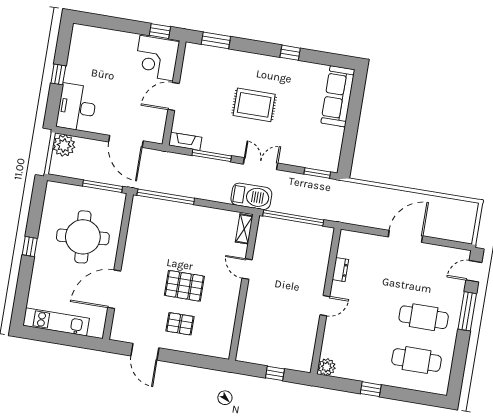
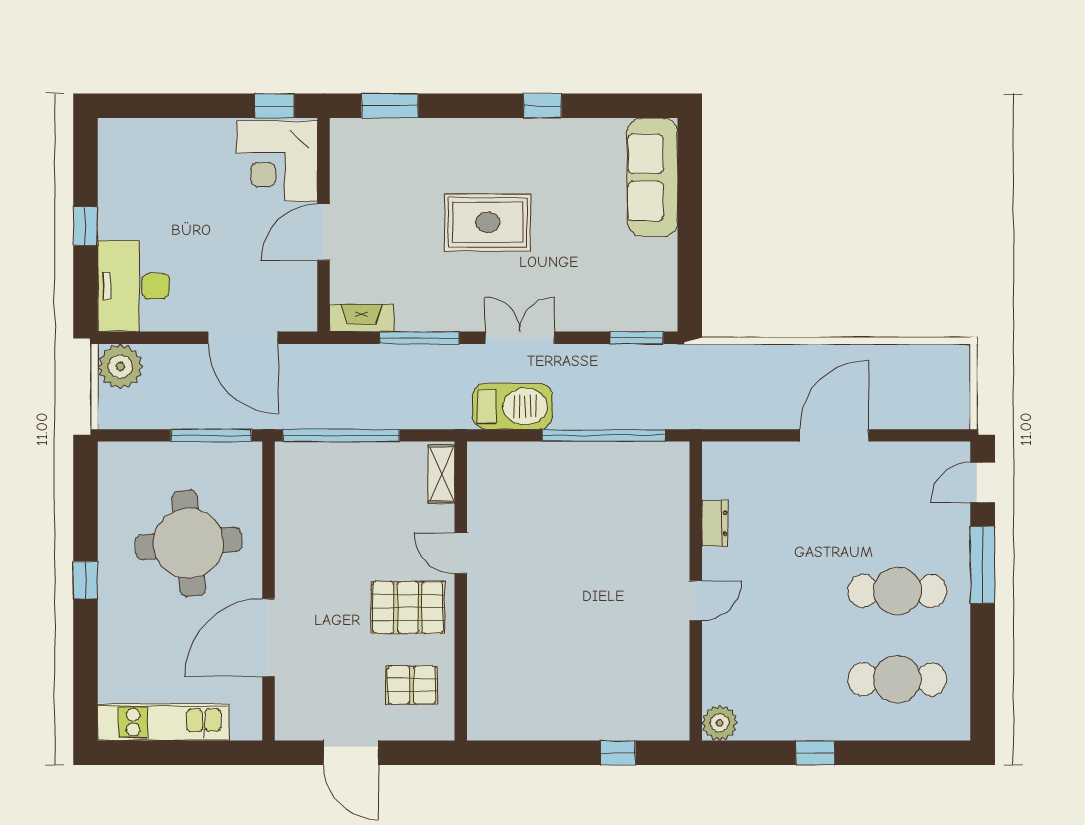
shelving: (244, 229) -> (442, 474), moved
door: (247, 269) -> (461, 553), moved
wall: (244, 287) -> (461, 591), moved

